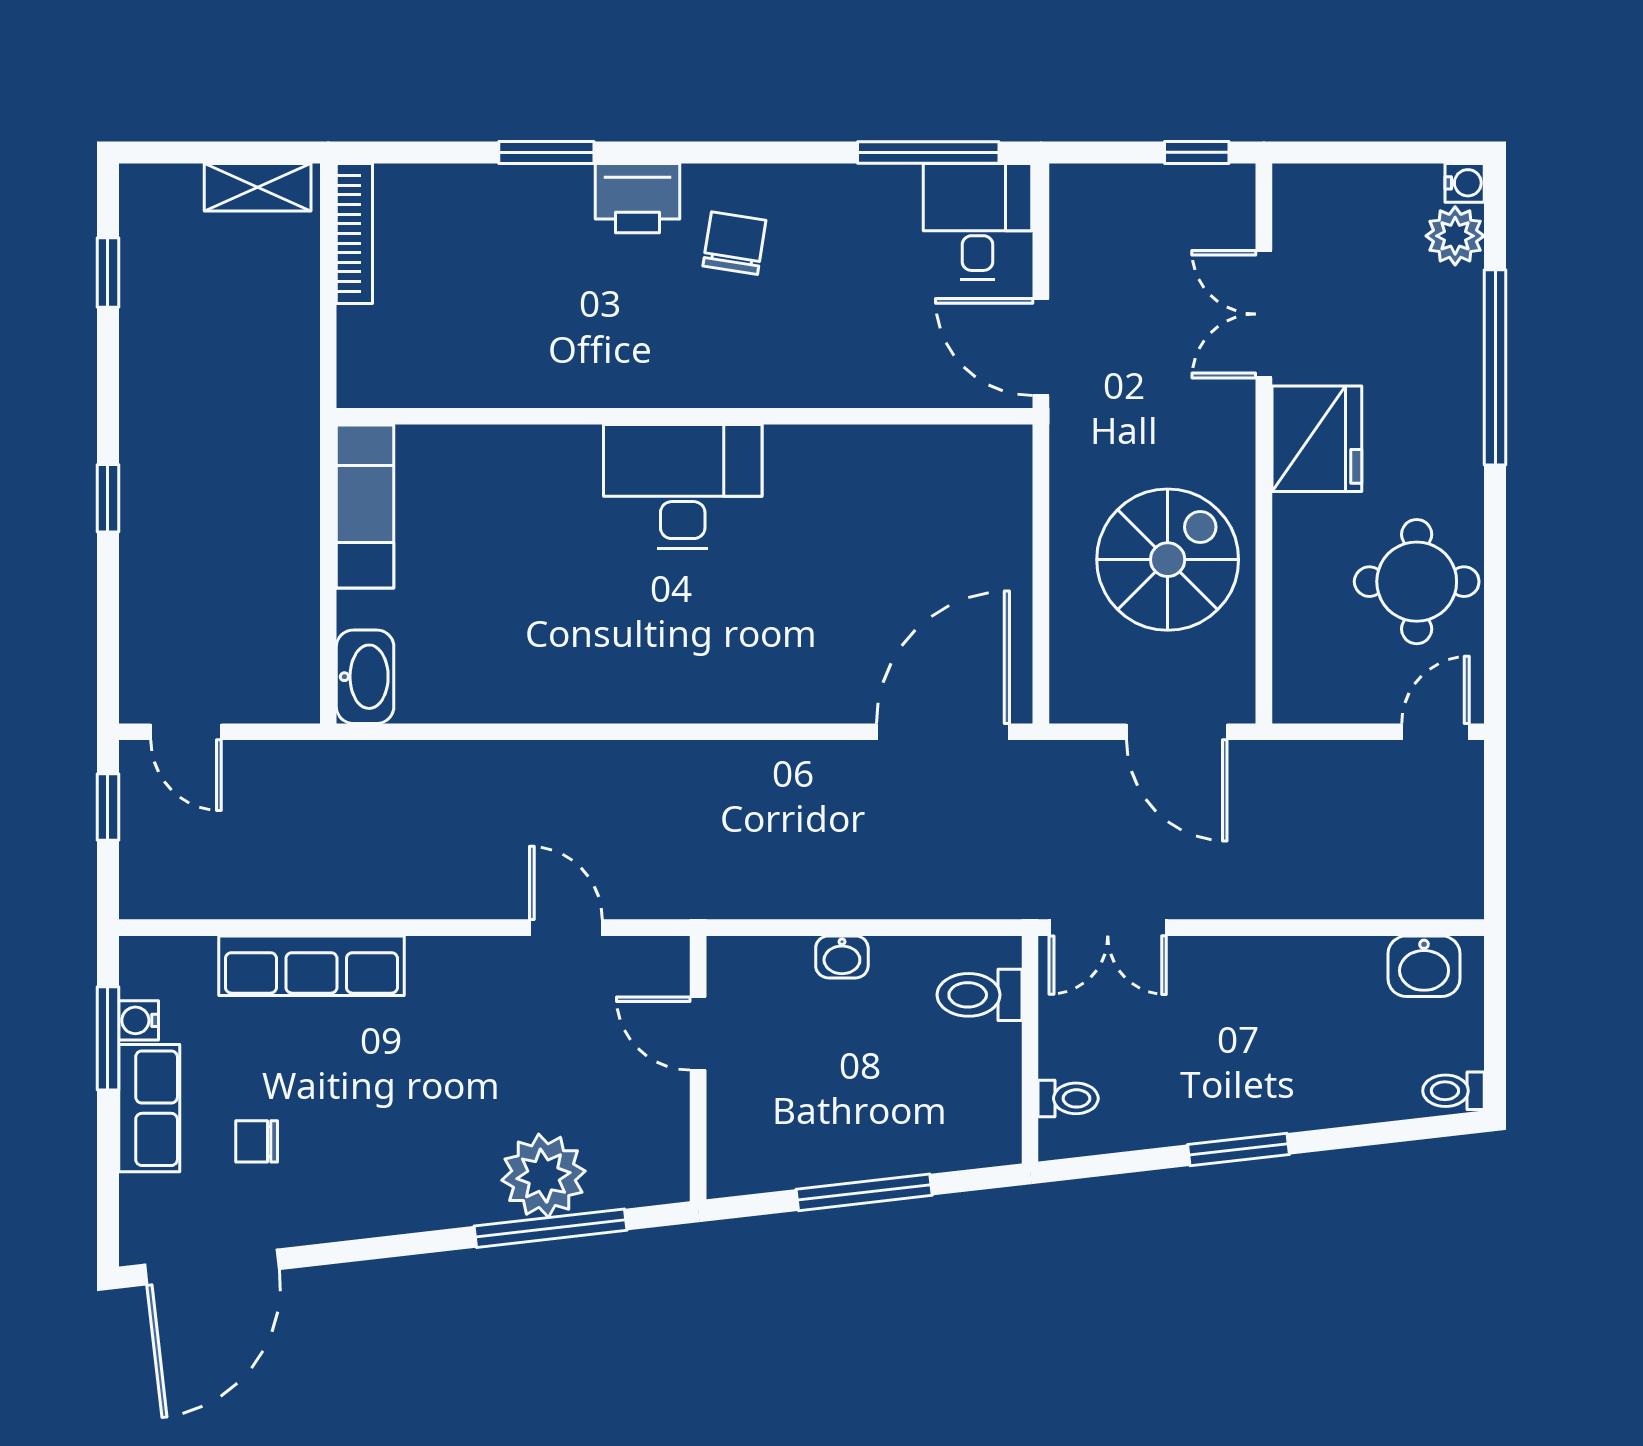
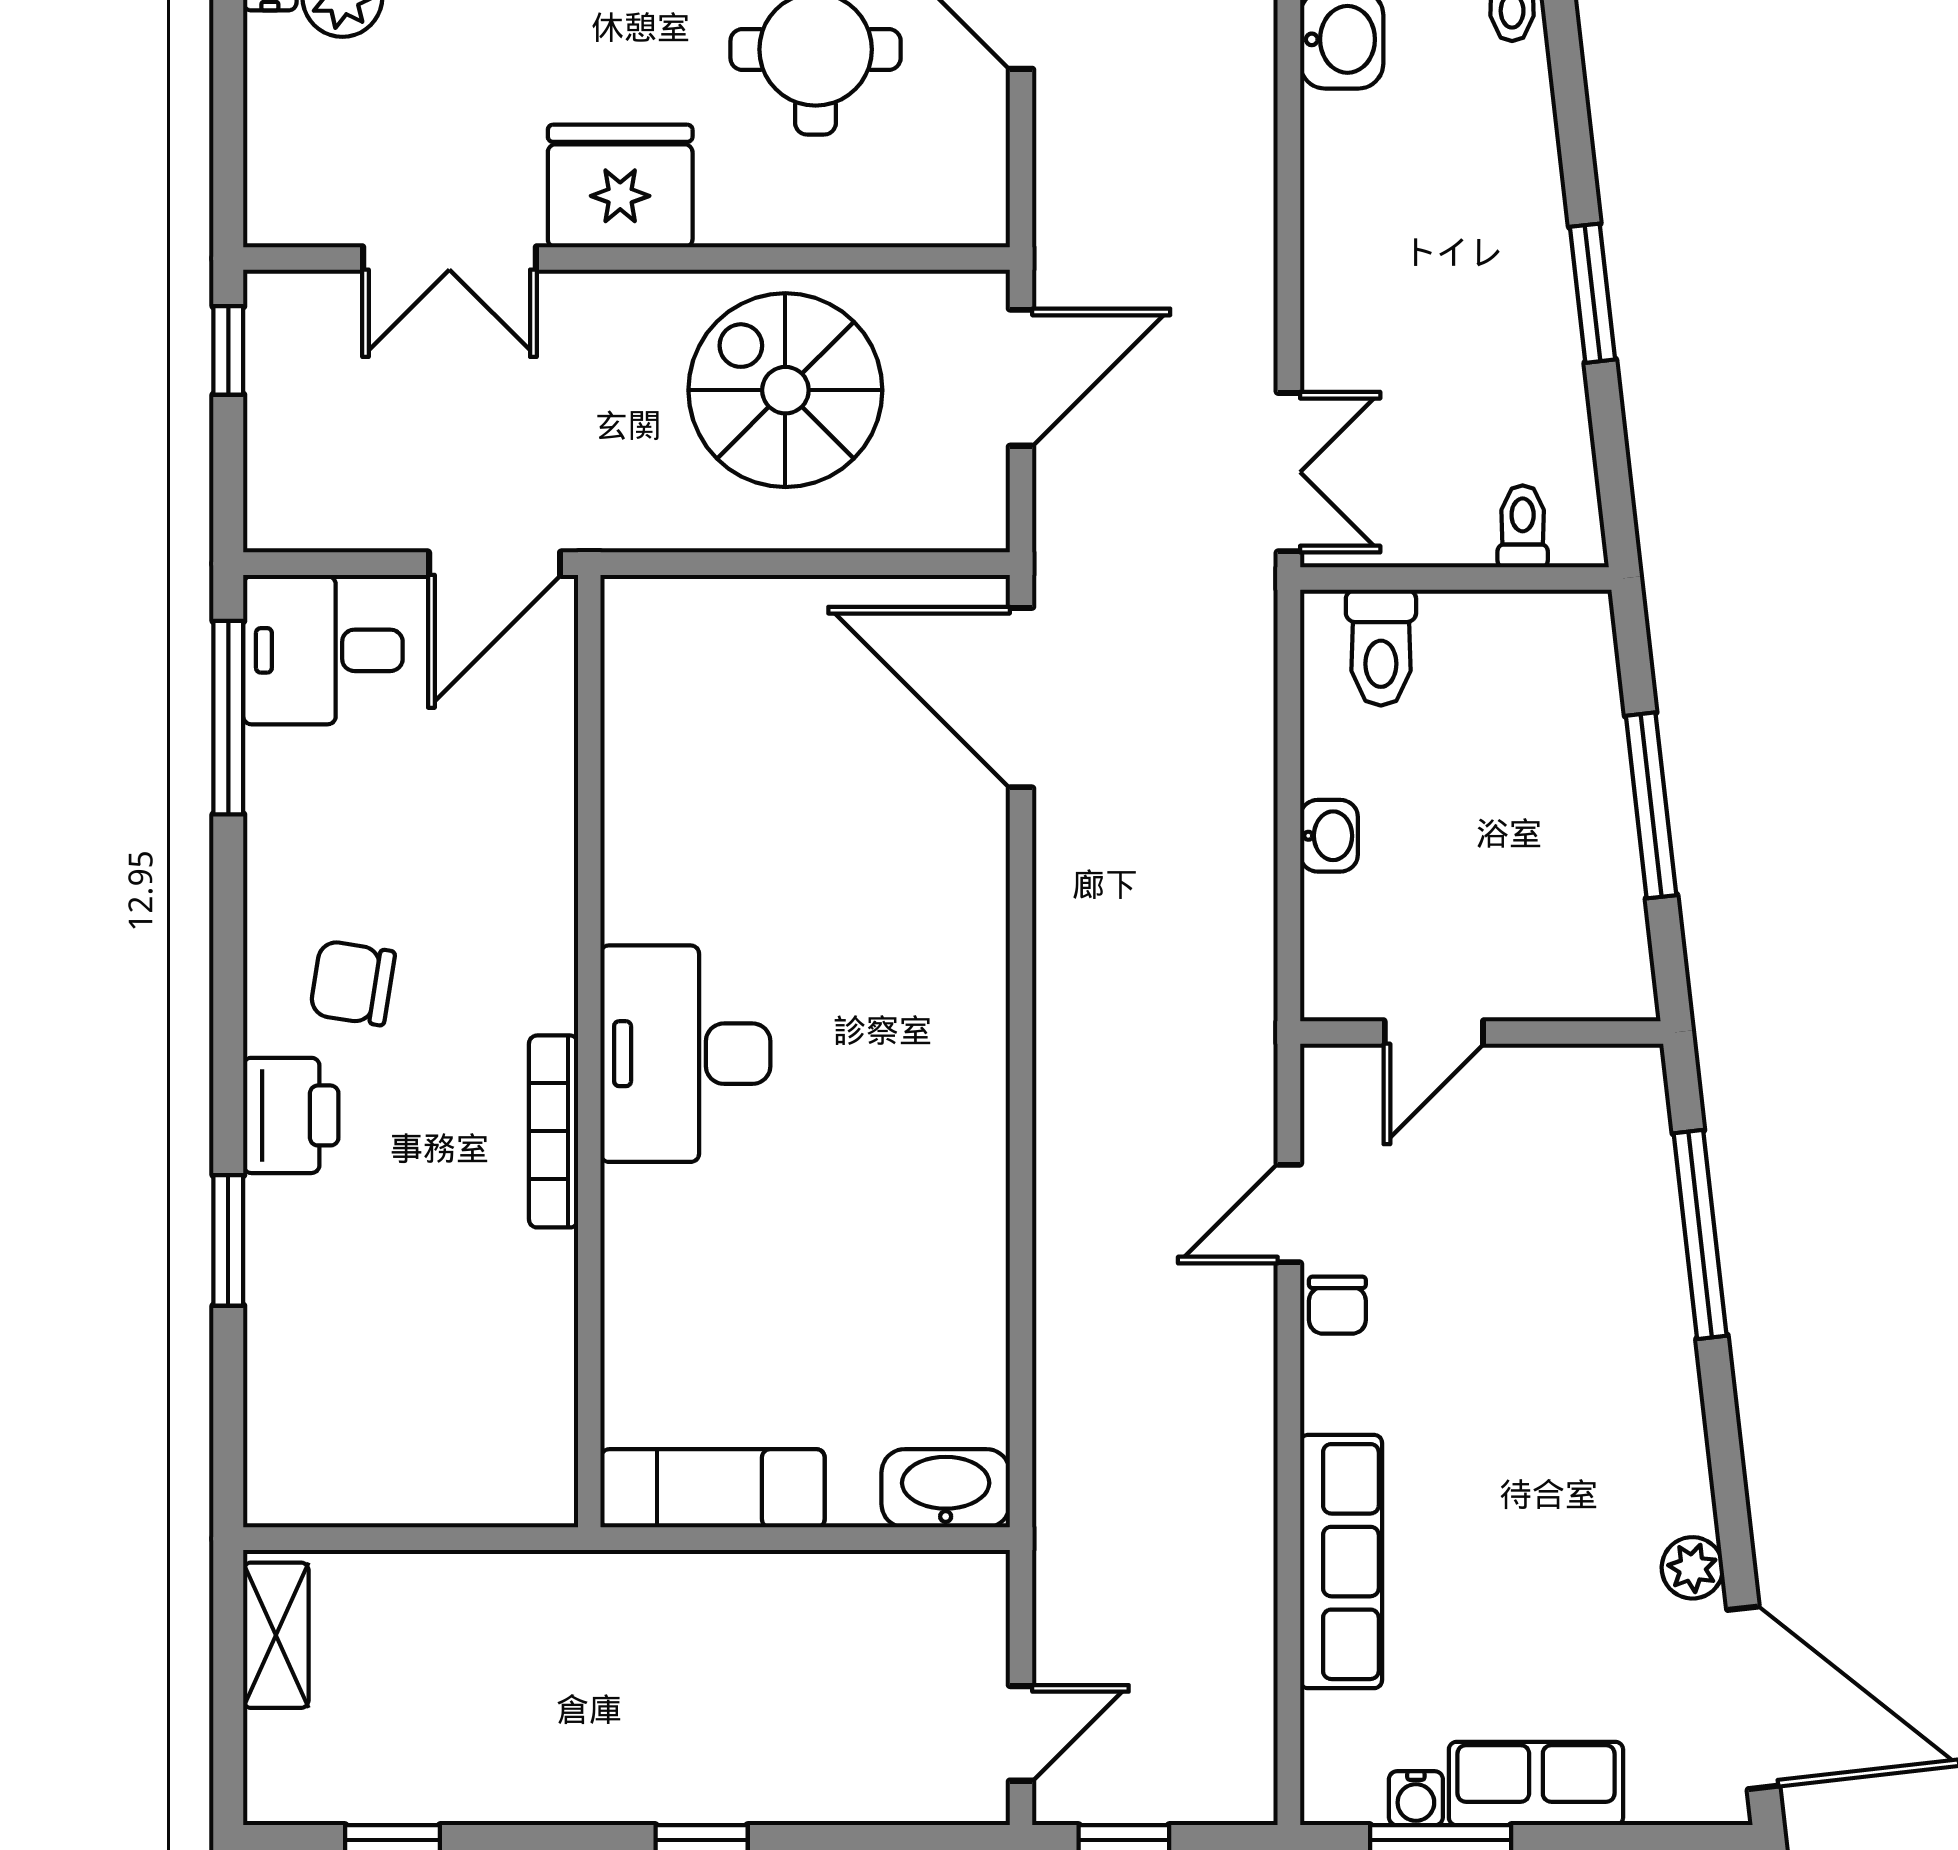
bookcase: (354, 233) -> (554, 1131), moved, turned -90
chair: (257, 1141) -> (1337, 1305), moved
plant: (543, 1176) -> (1692, 1568), moved, width x0.53, depth x0.53

